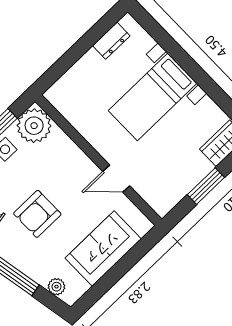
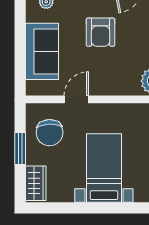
chair: (167, 174) -> (50, 133), added
armchair: (37, 214) -> (101, 32), turned 180

